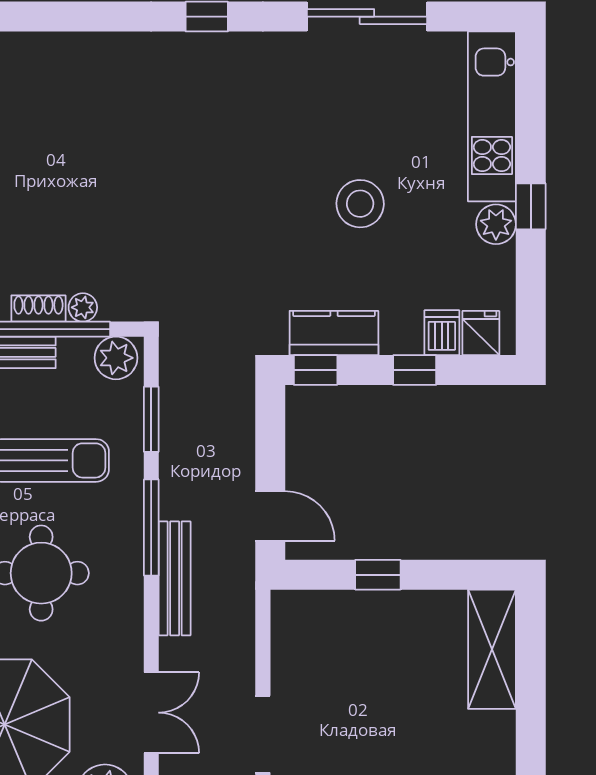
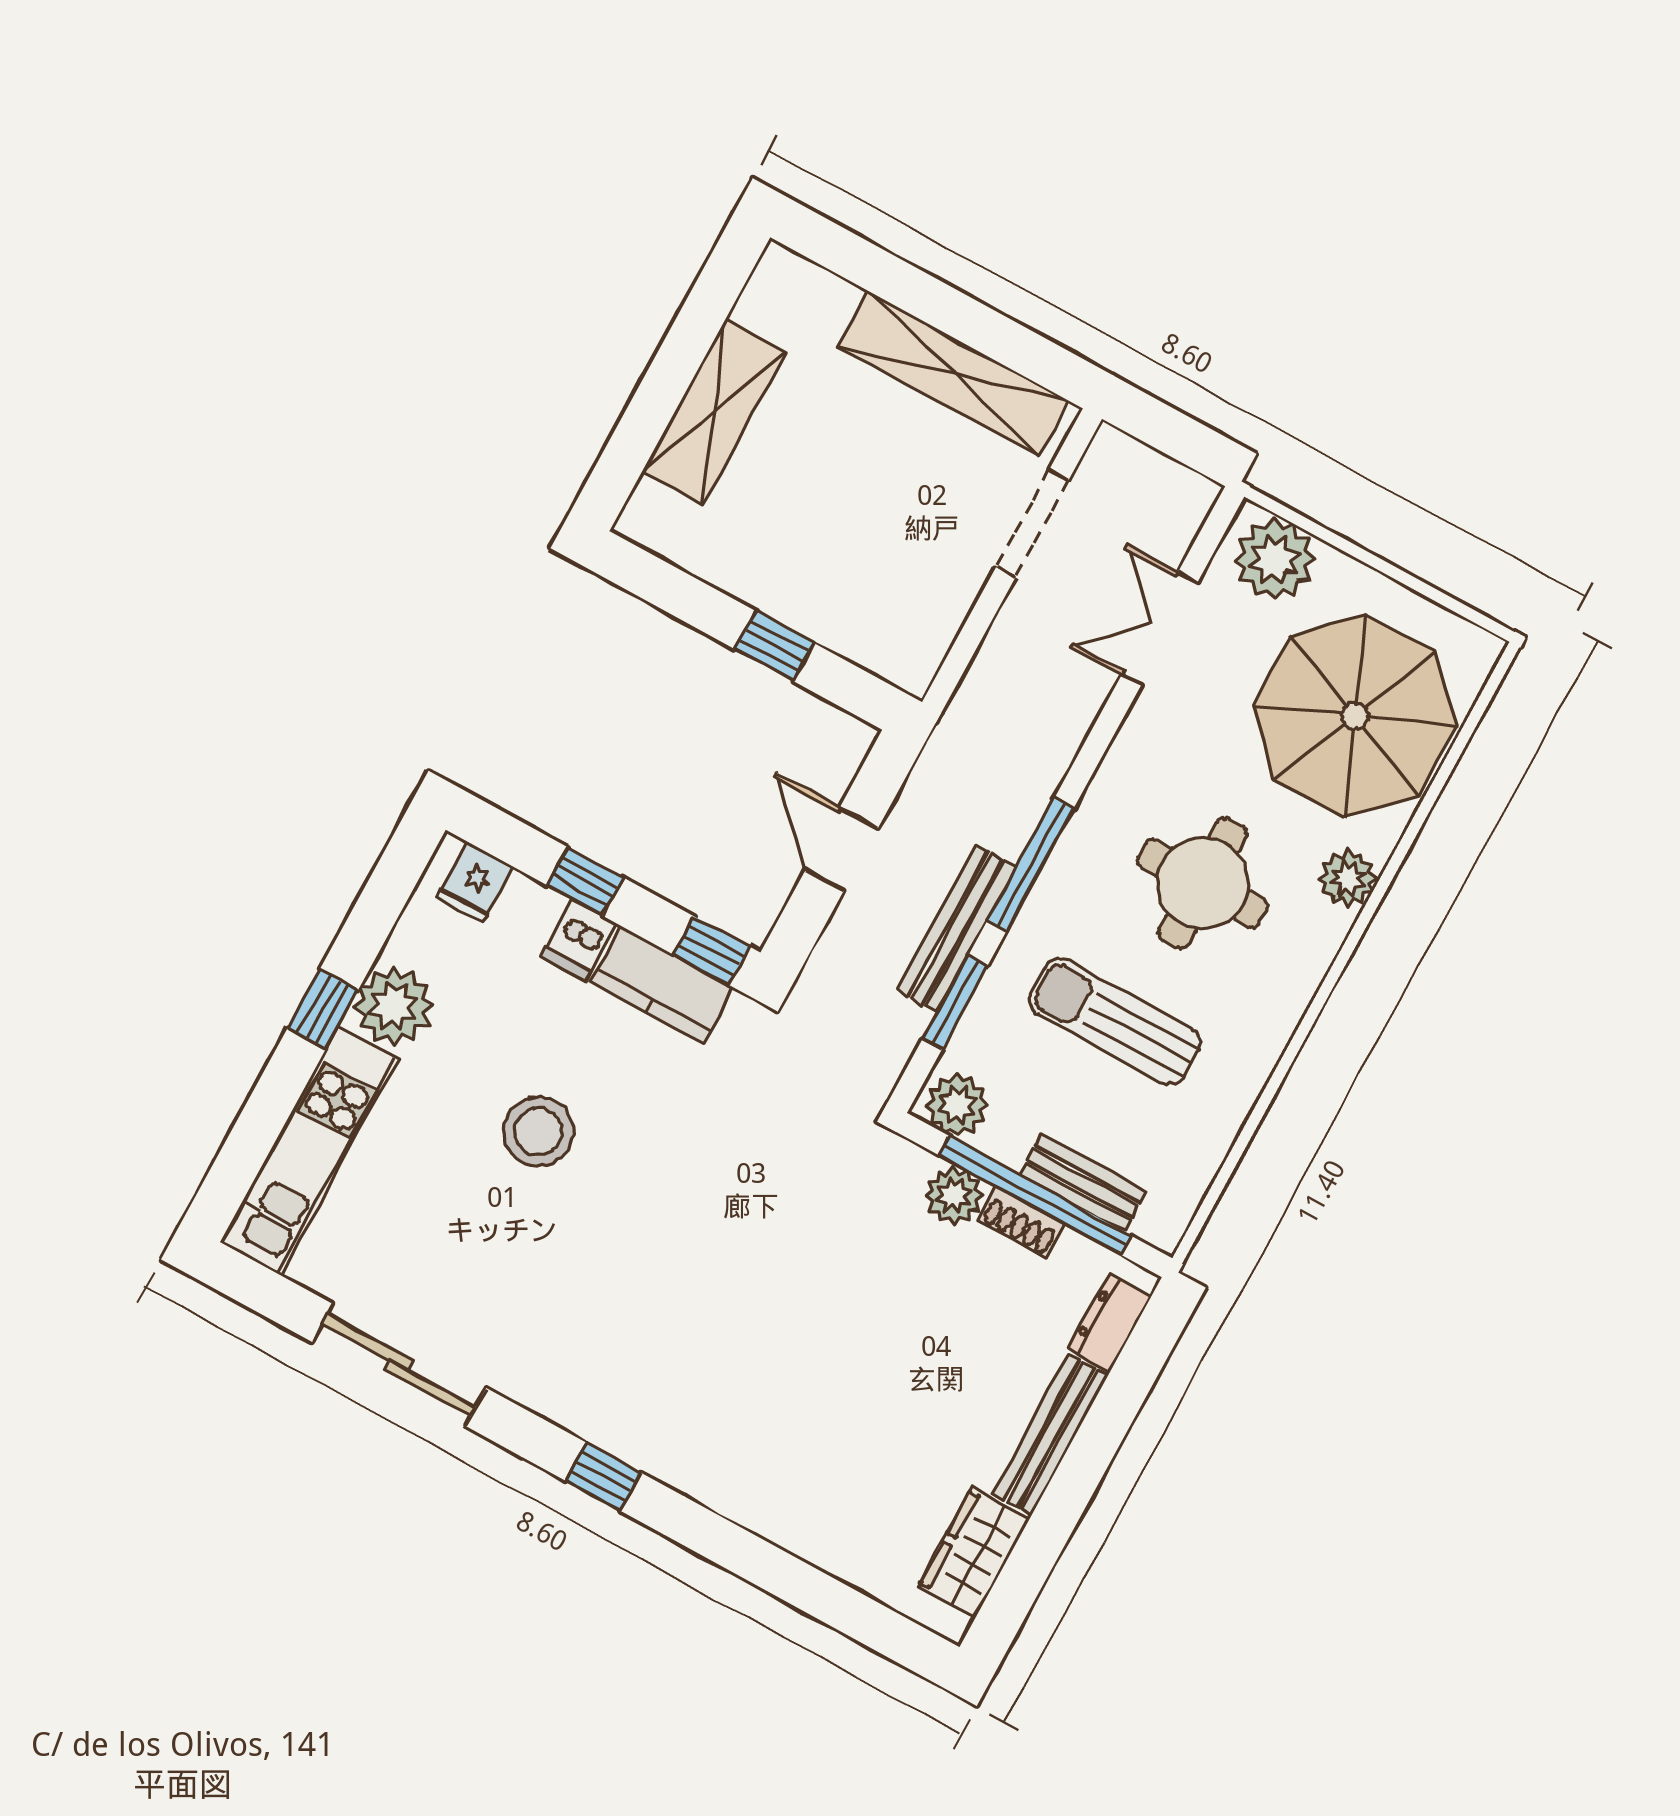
plant: (496, 224) -> (394, 1006), width x1.36, depth x1.36
plant: (83, 307) -> (954, 1196), width x1.38, depth x1.38
dishwasher: (442, 333) -> (579, 940), moved
door: (270, 516) -> (842, 849), moved
bench: (175, 578) -> (957, 929), moved
shelving: (492, 649) -> (714, 412), moved

